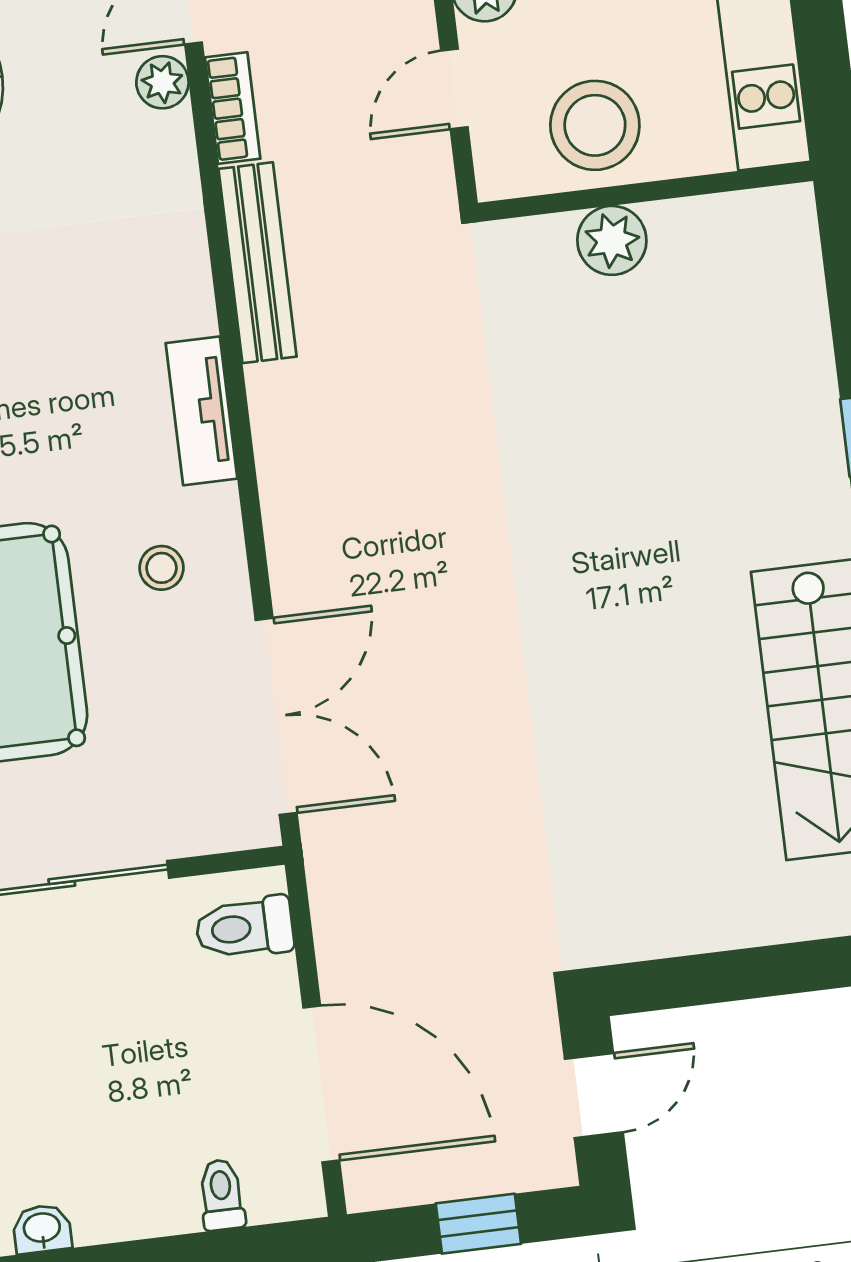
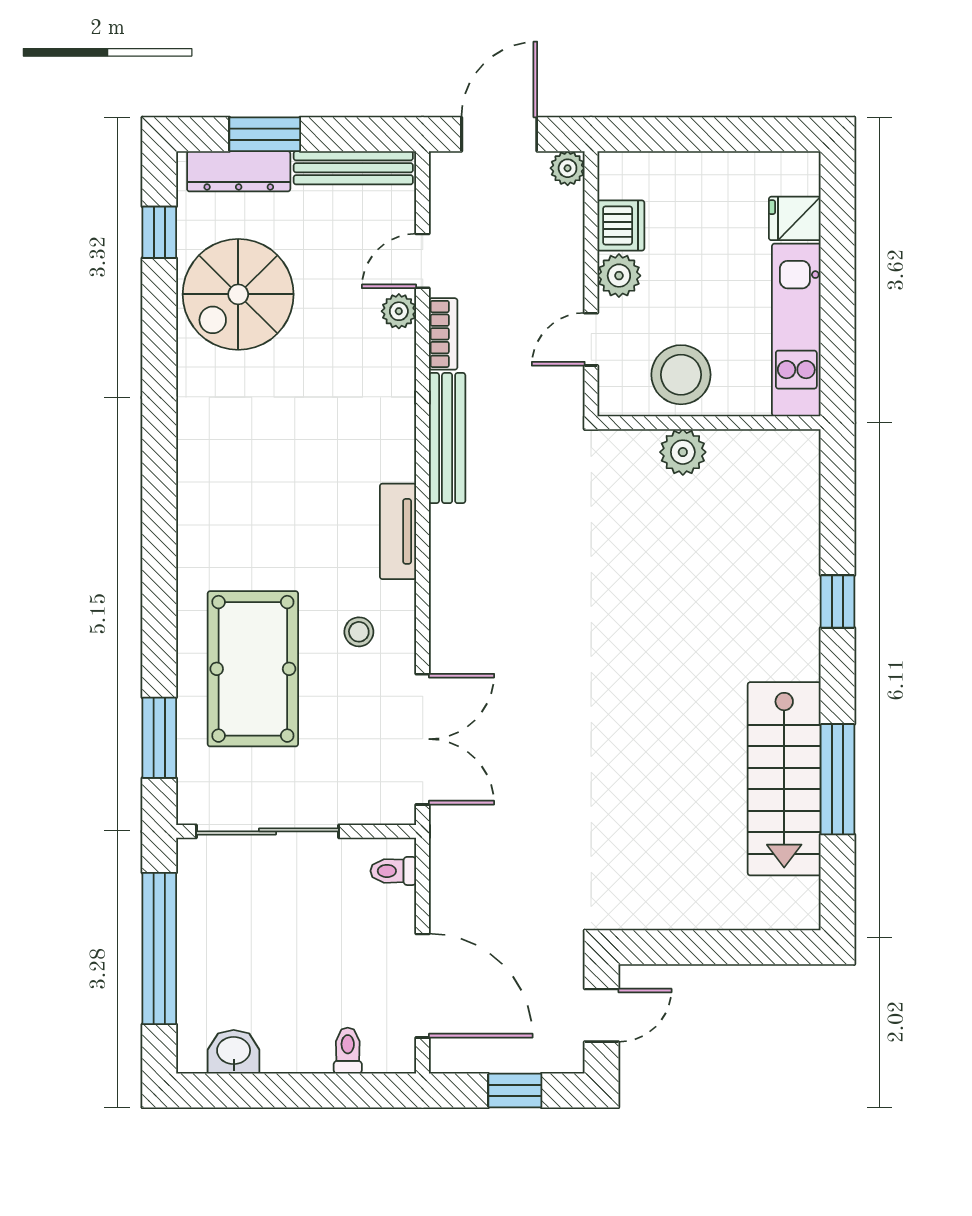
toilet: (244, 928) -> (393, 871), width x0.73, depth x0.72
washbasin: (42, 1229) -> (234, 1052), width x1.38, depth x1.45

